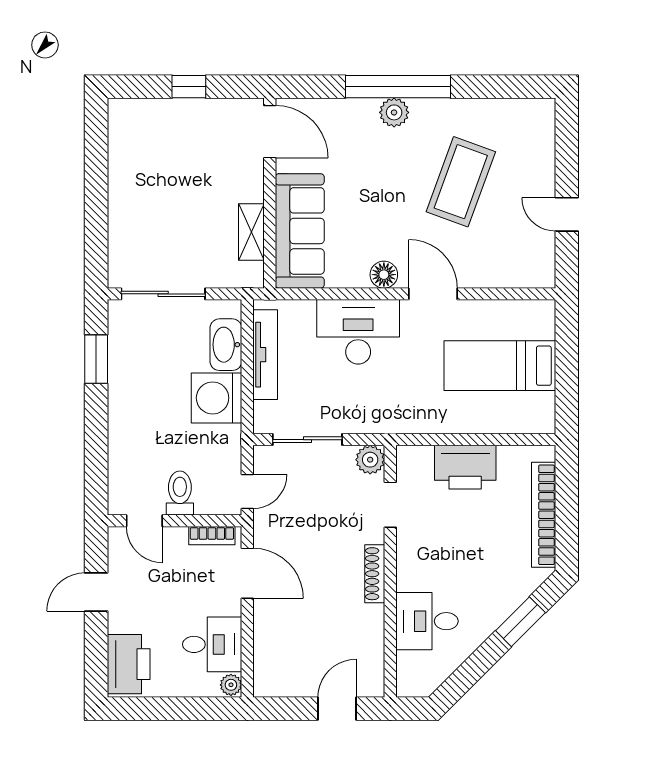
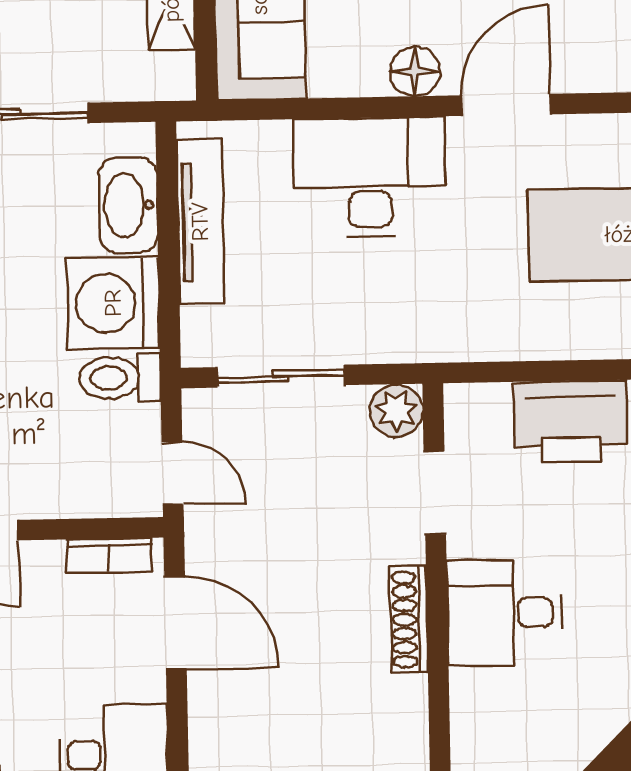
door: (433, 294) -> (506, 105), hinge flipped
door: (247, 492) -> (173, 473), hinge flipped
toilet: (180, 493) -> (120, 378), moved, turned -90
desk: (427, 621) -> (504, 613), moved

